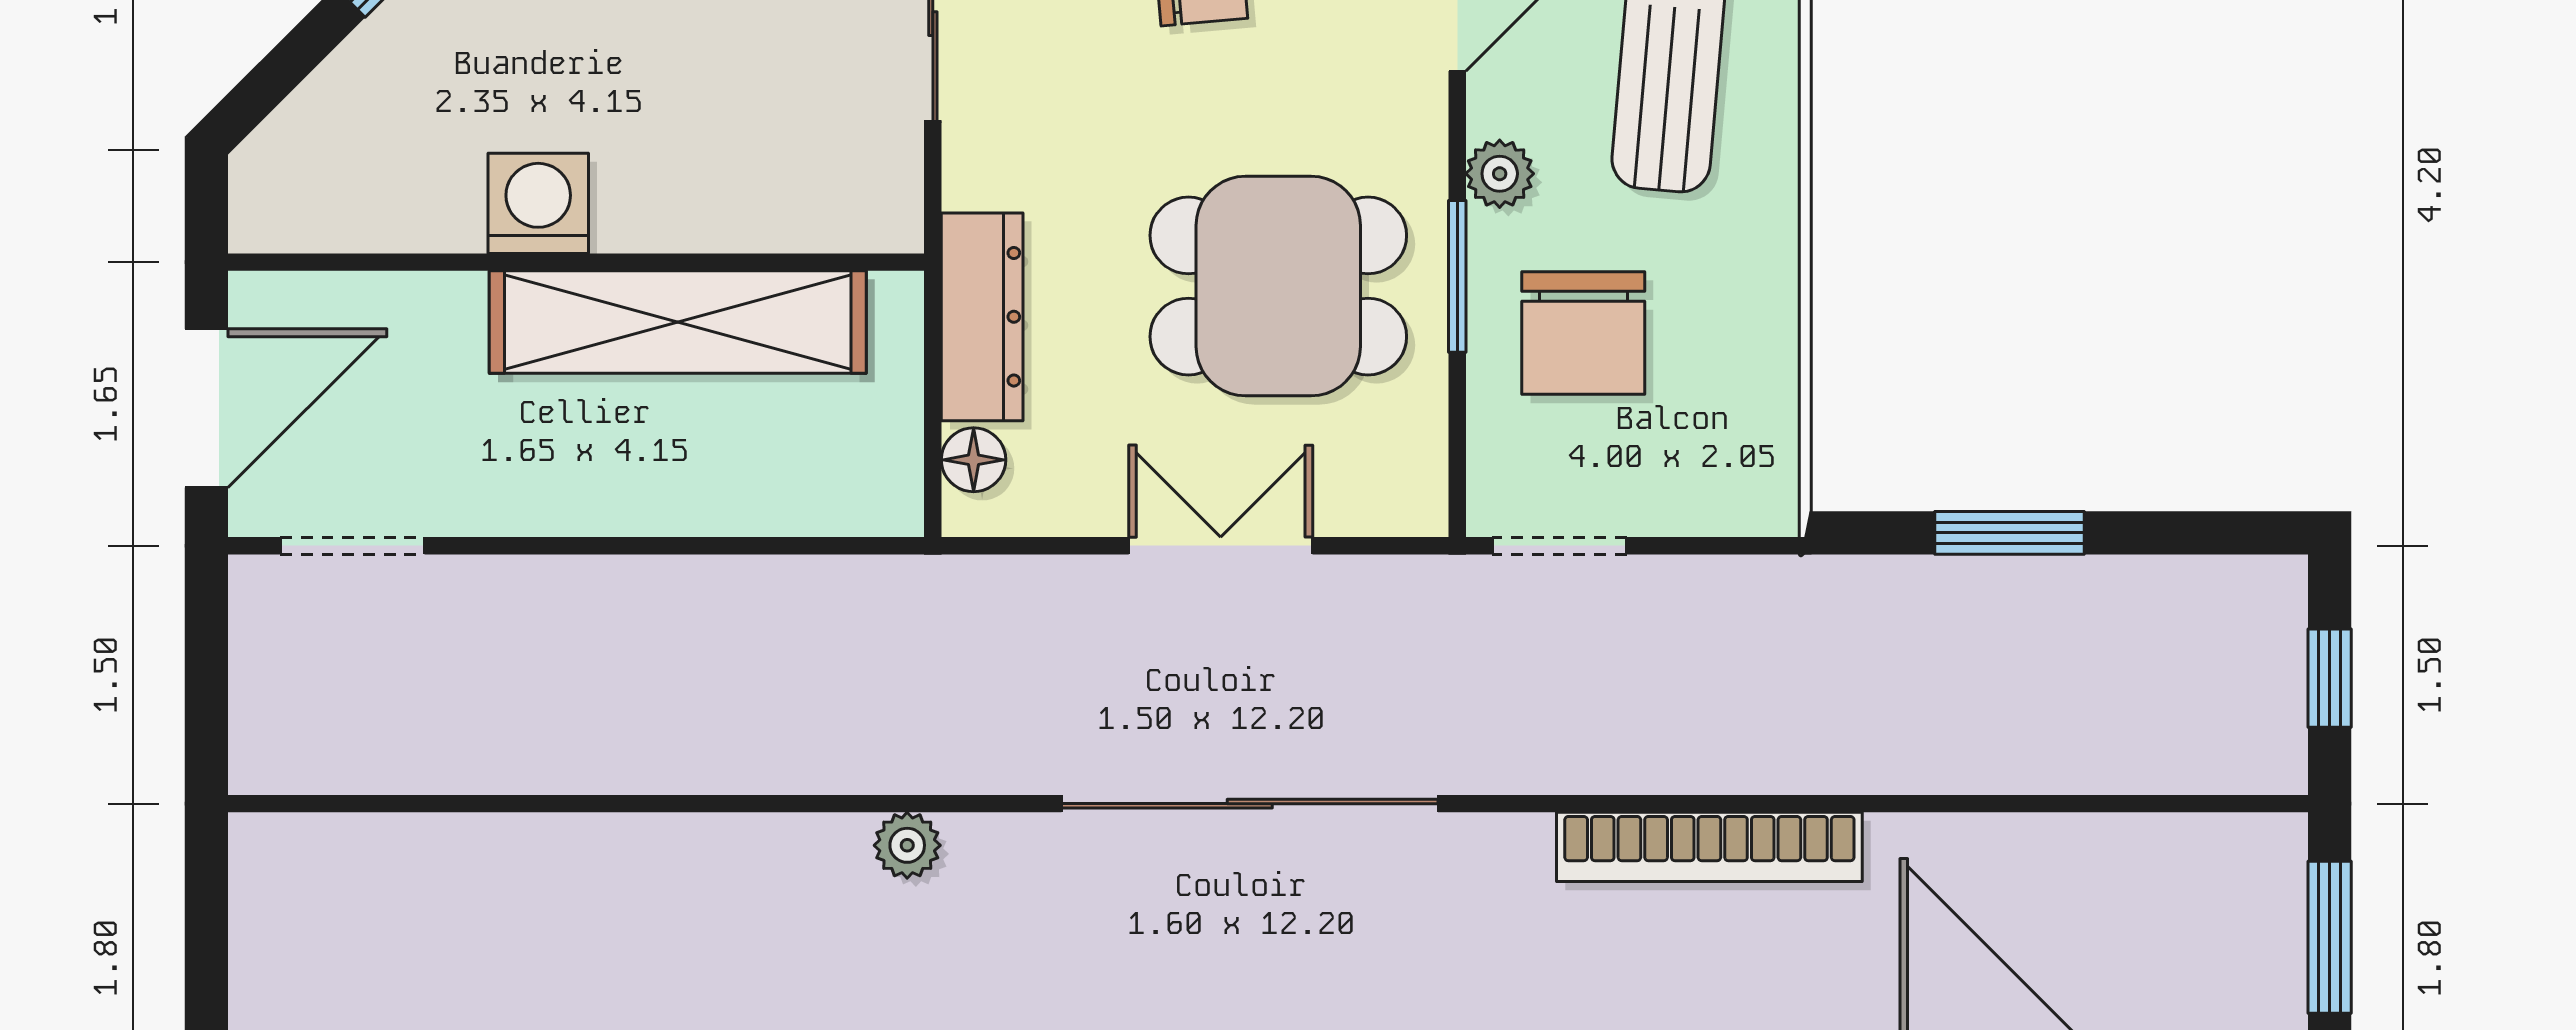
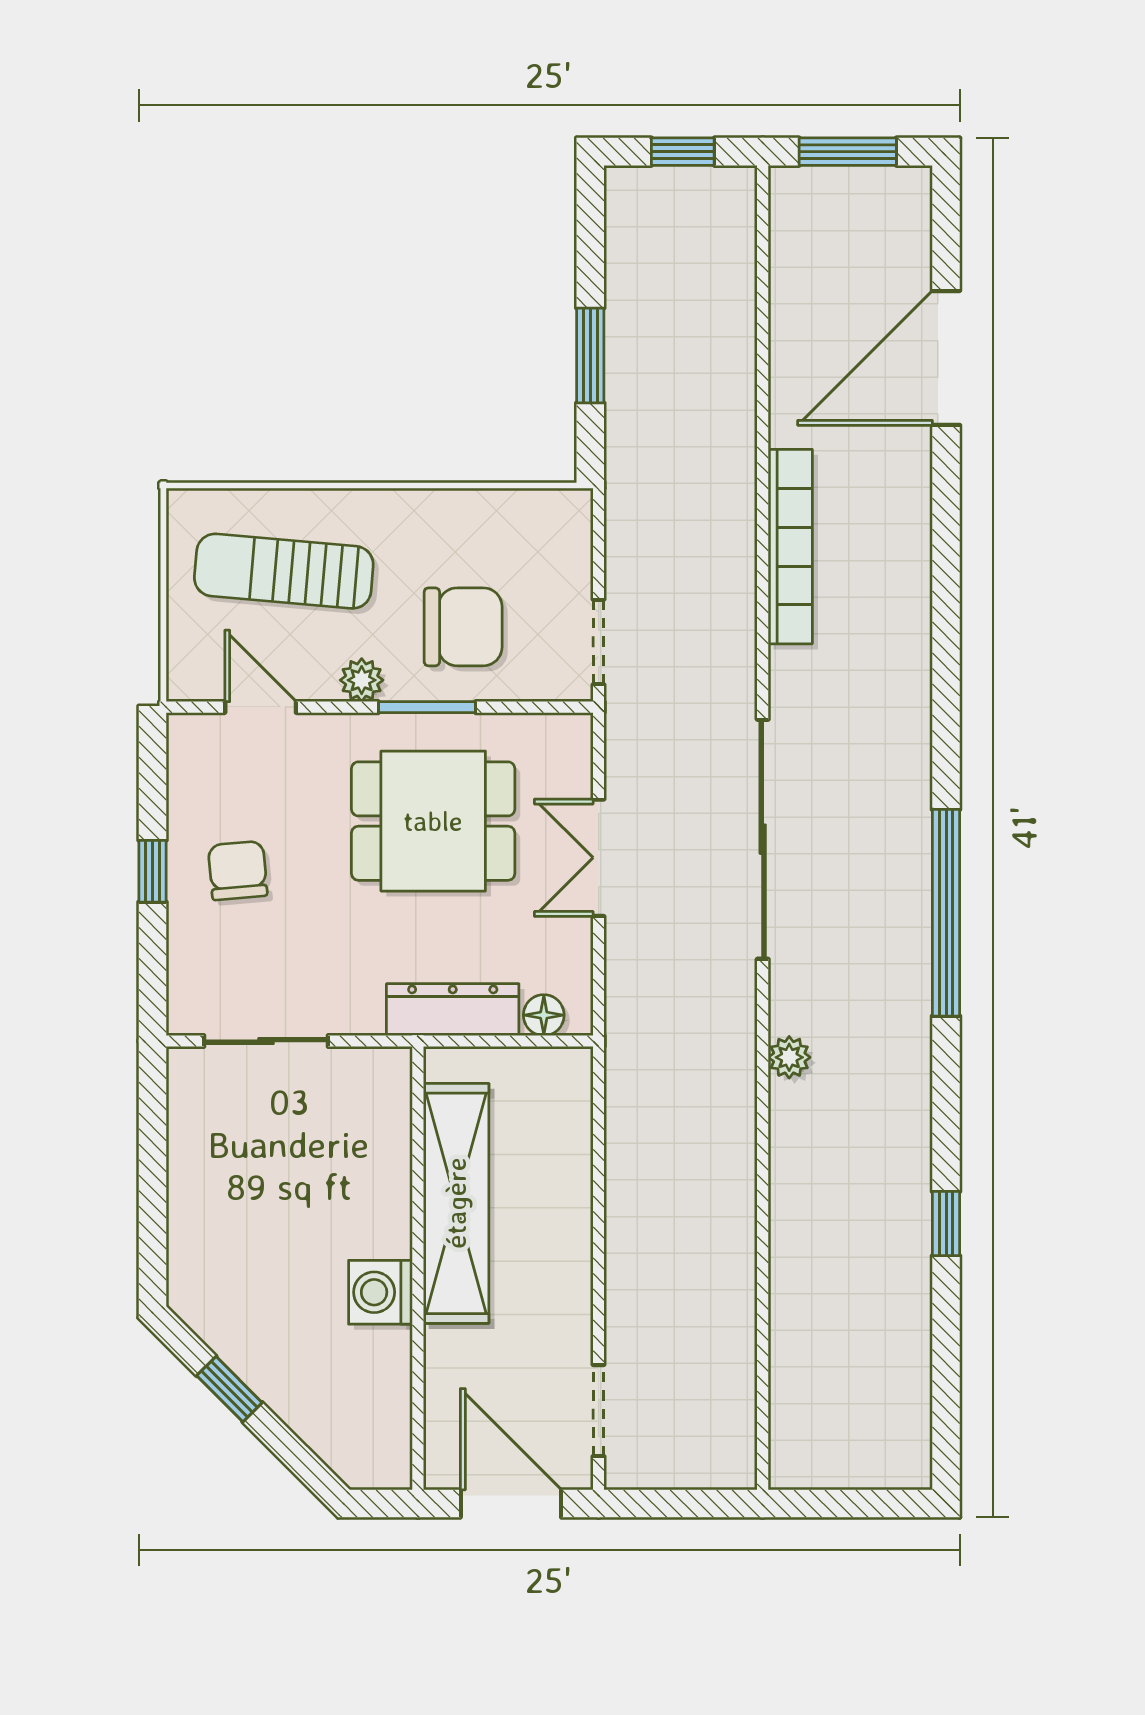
dining table: (1278, 286) -> (433, 821), turned 90

